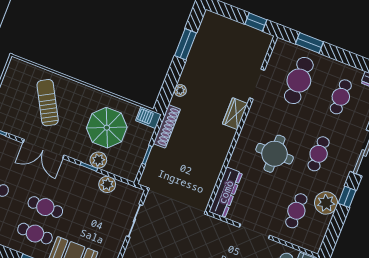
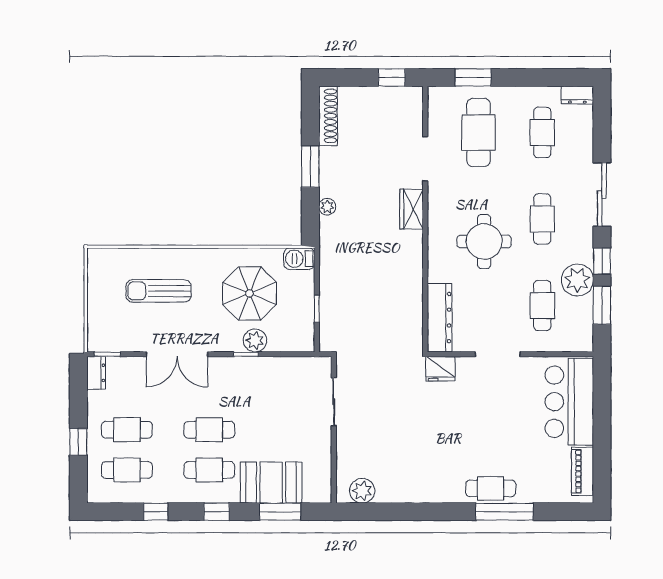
window: (185, 44) -> (310, 167), moved
sun lounger: (48, 103) -> (159, 291), turned -61
shoe rack: (167, 126) -> (328, 116), moved
plant: (107, 184) -> (279, 368), removed
fridge: (213, 226) -> (440, 369), added
window: (336, 226) -> (602, 305), added

